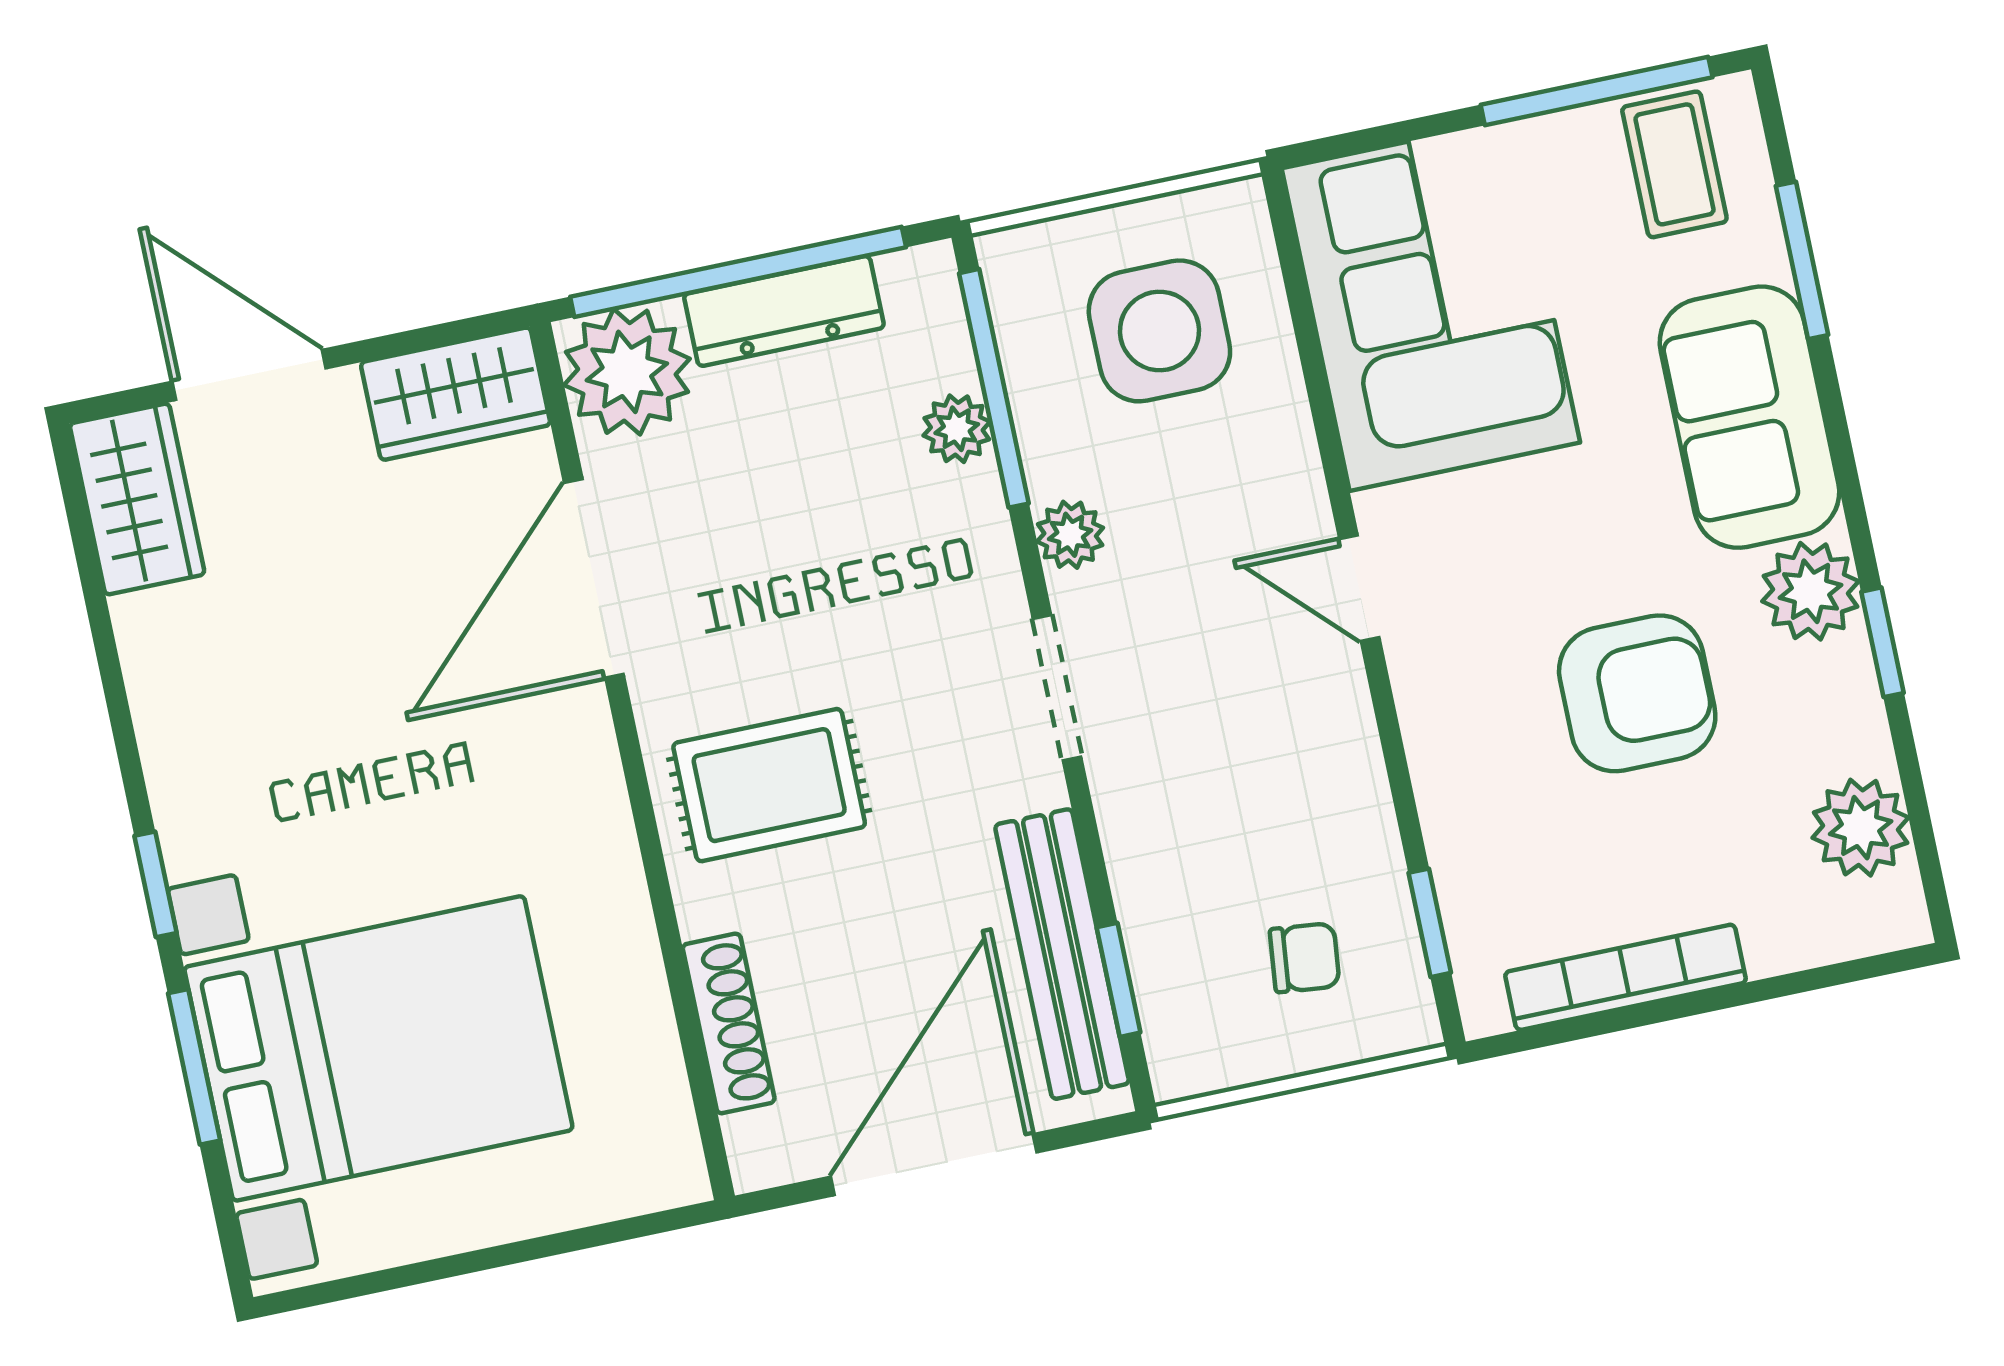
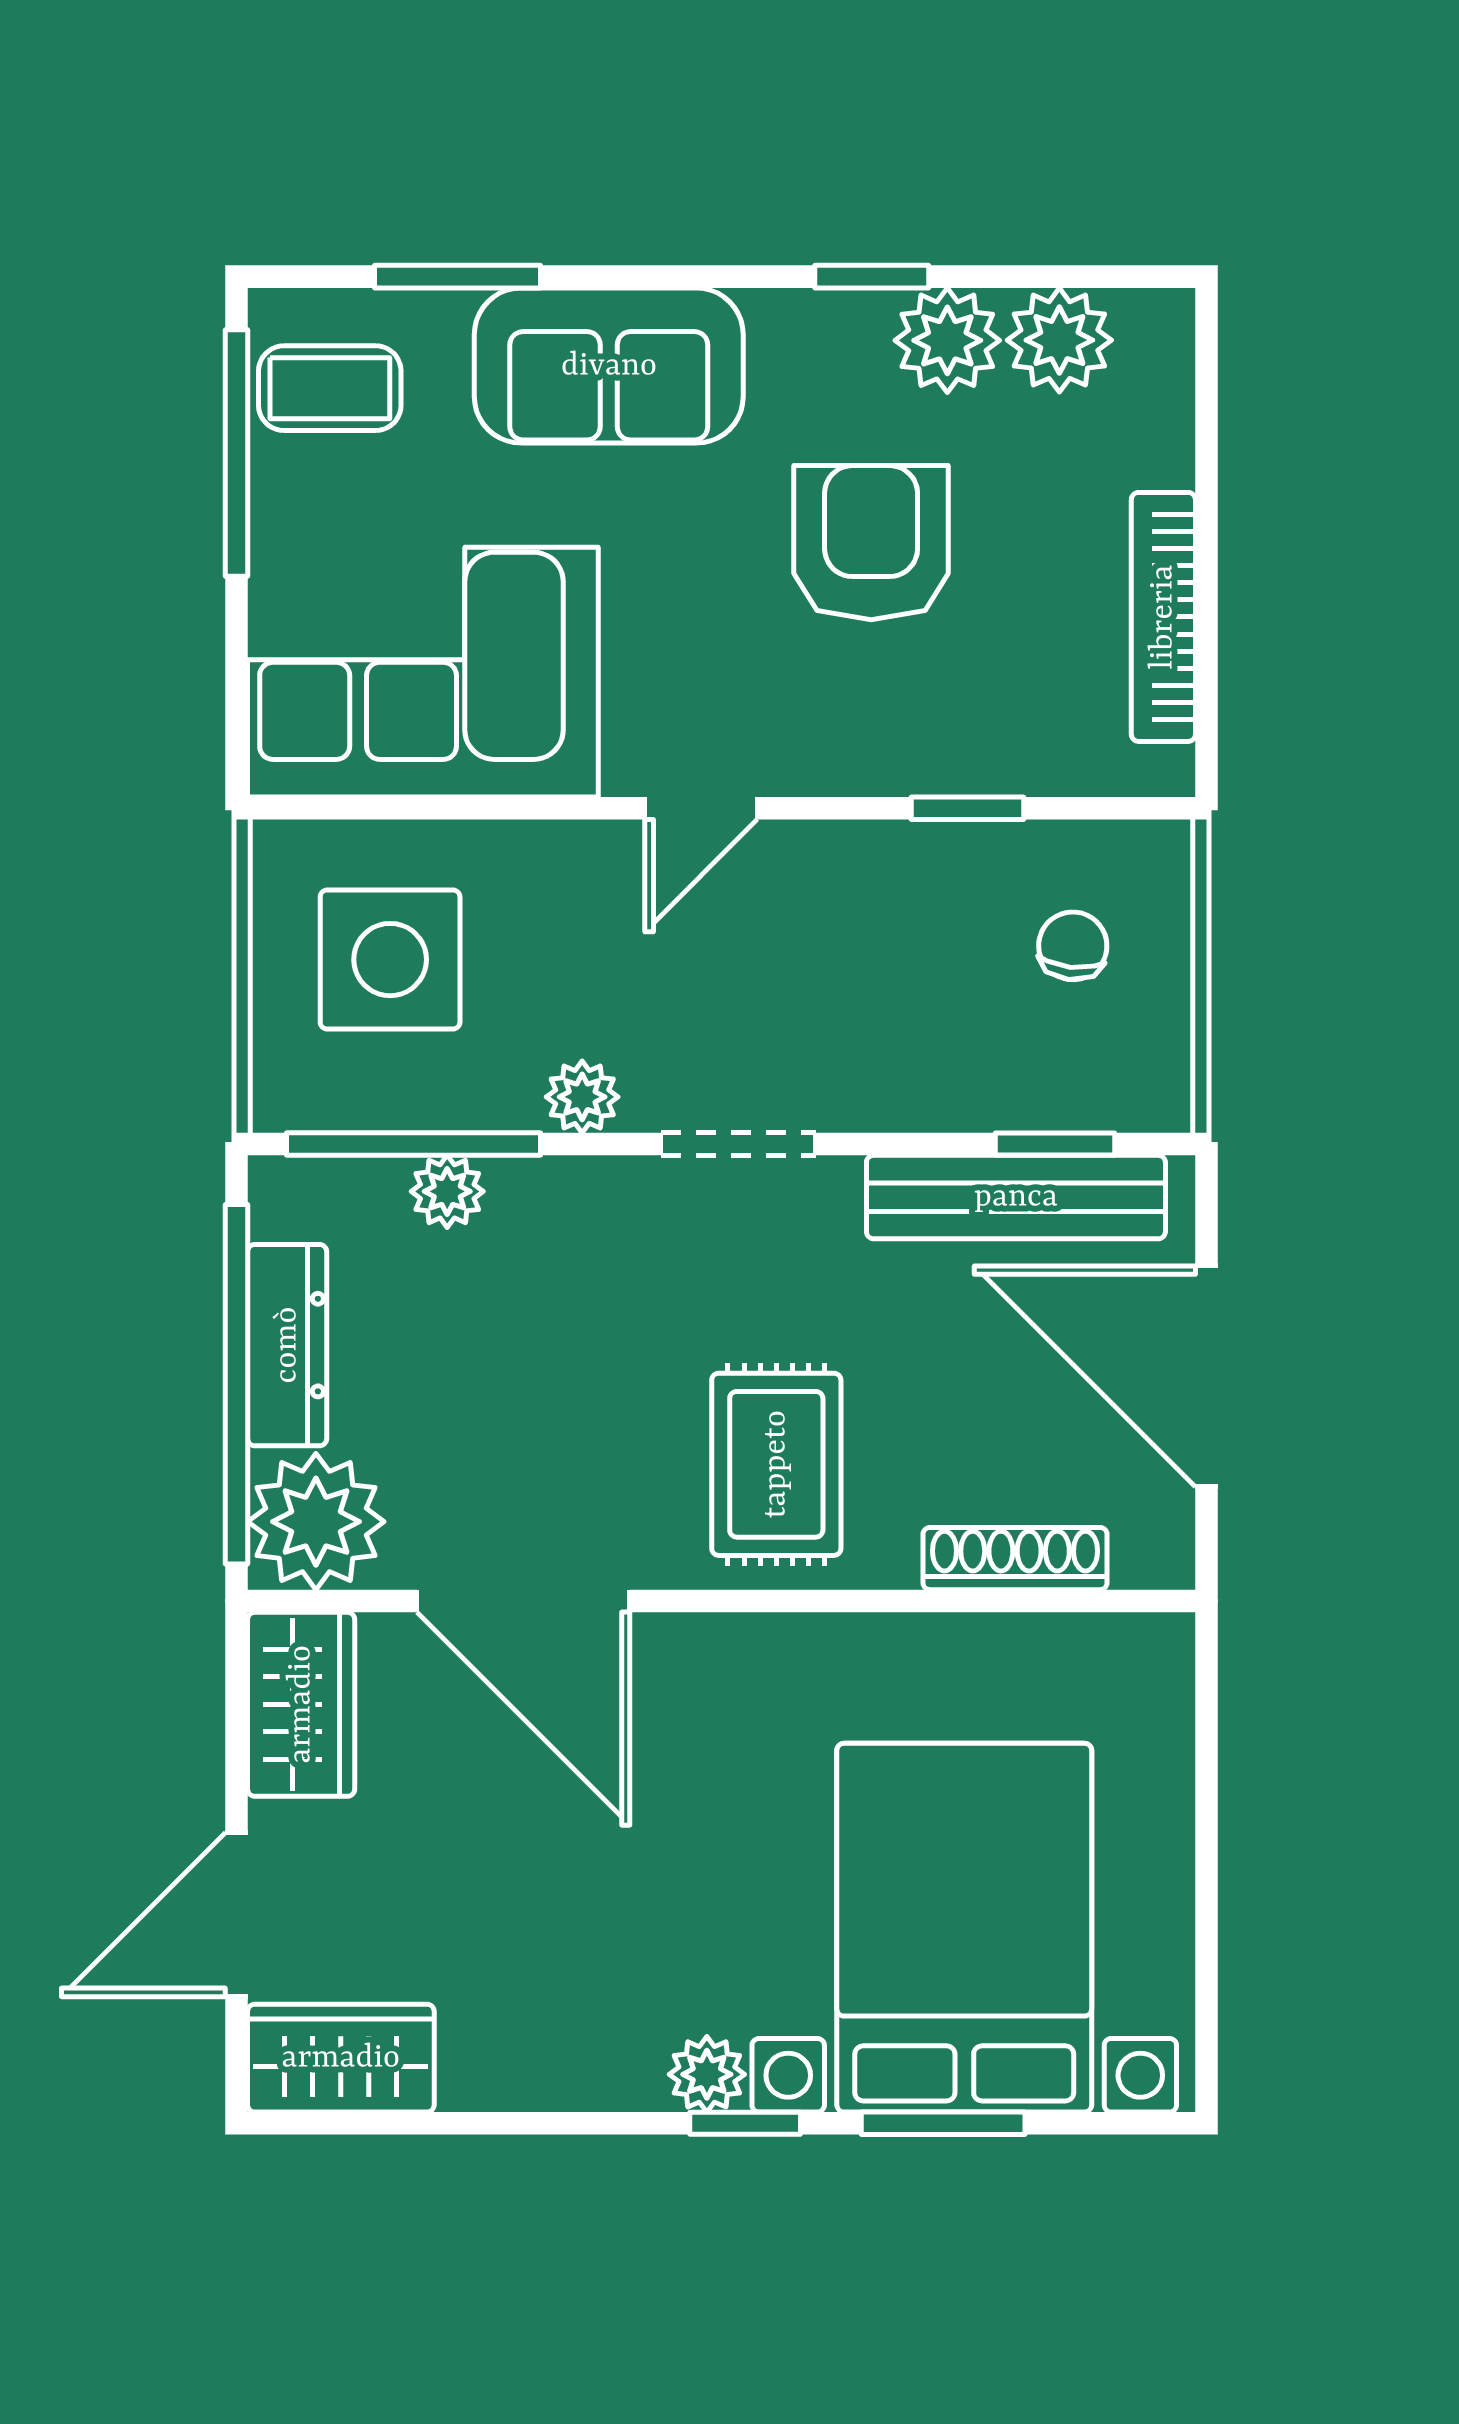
plant: (1810, 591) -> (947, 340), moved
plant: (193, 840) -> (707, 2074), added
window: (1430, 923) -> (967, 808), moved

